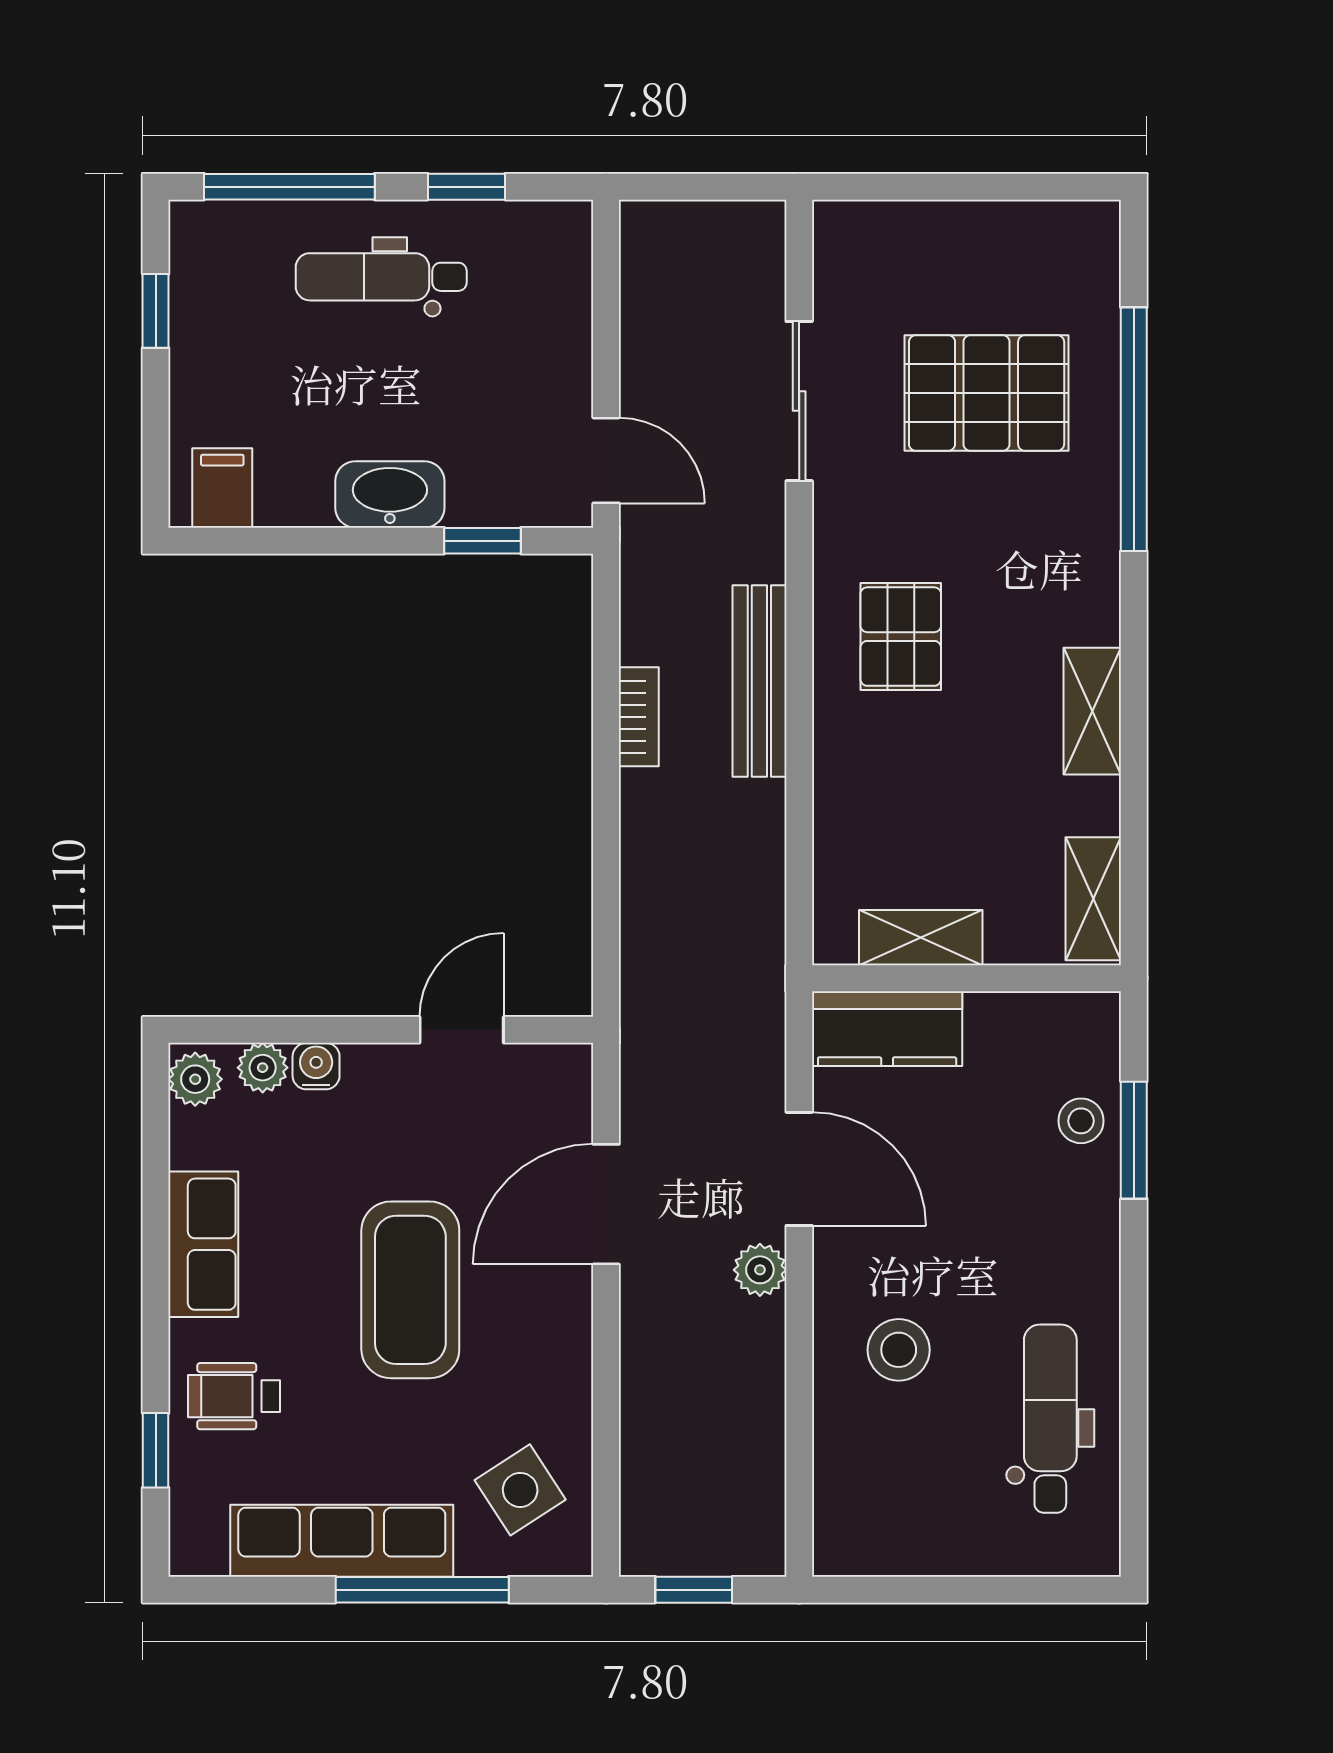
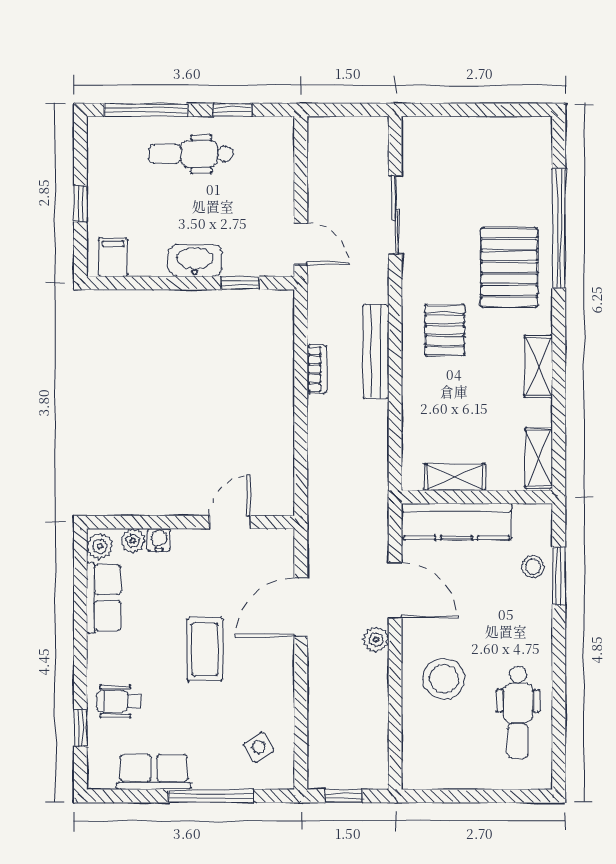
window: (156, 311) -> (80, 204), moved
pallet: (987, 393) -> (509, 268), moved, turned 90
kitchen counter: (887, 1029) -> (456, 522), width x1.50
row of seats: (203, 1244) -> (104, 598), moved
coffee table: (410, 1290) -> (205, 649), width x0.73, depth x0.76
stool: (899, 1350) -> (444, 679), width x1.38, depth x1.38
dental chair: (1050, 1419) -> (518, 712), turned 180
side table: (520, 1490) -> (259, 747), width x0.73, depth x0.73
row of seats: (342, 1541) -> (154, 772), width x0.68

